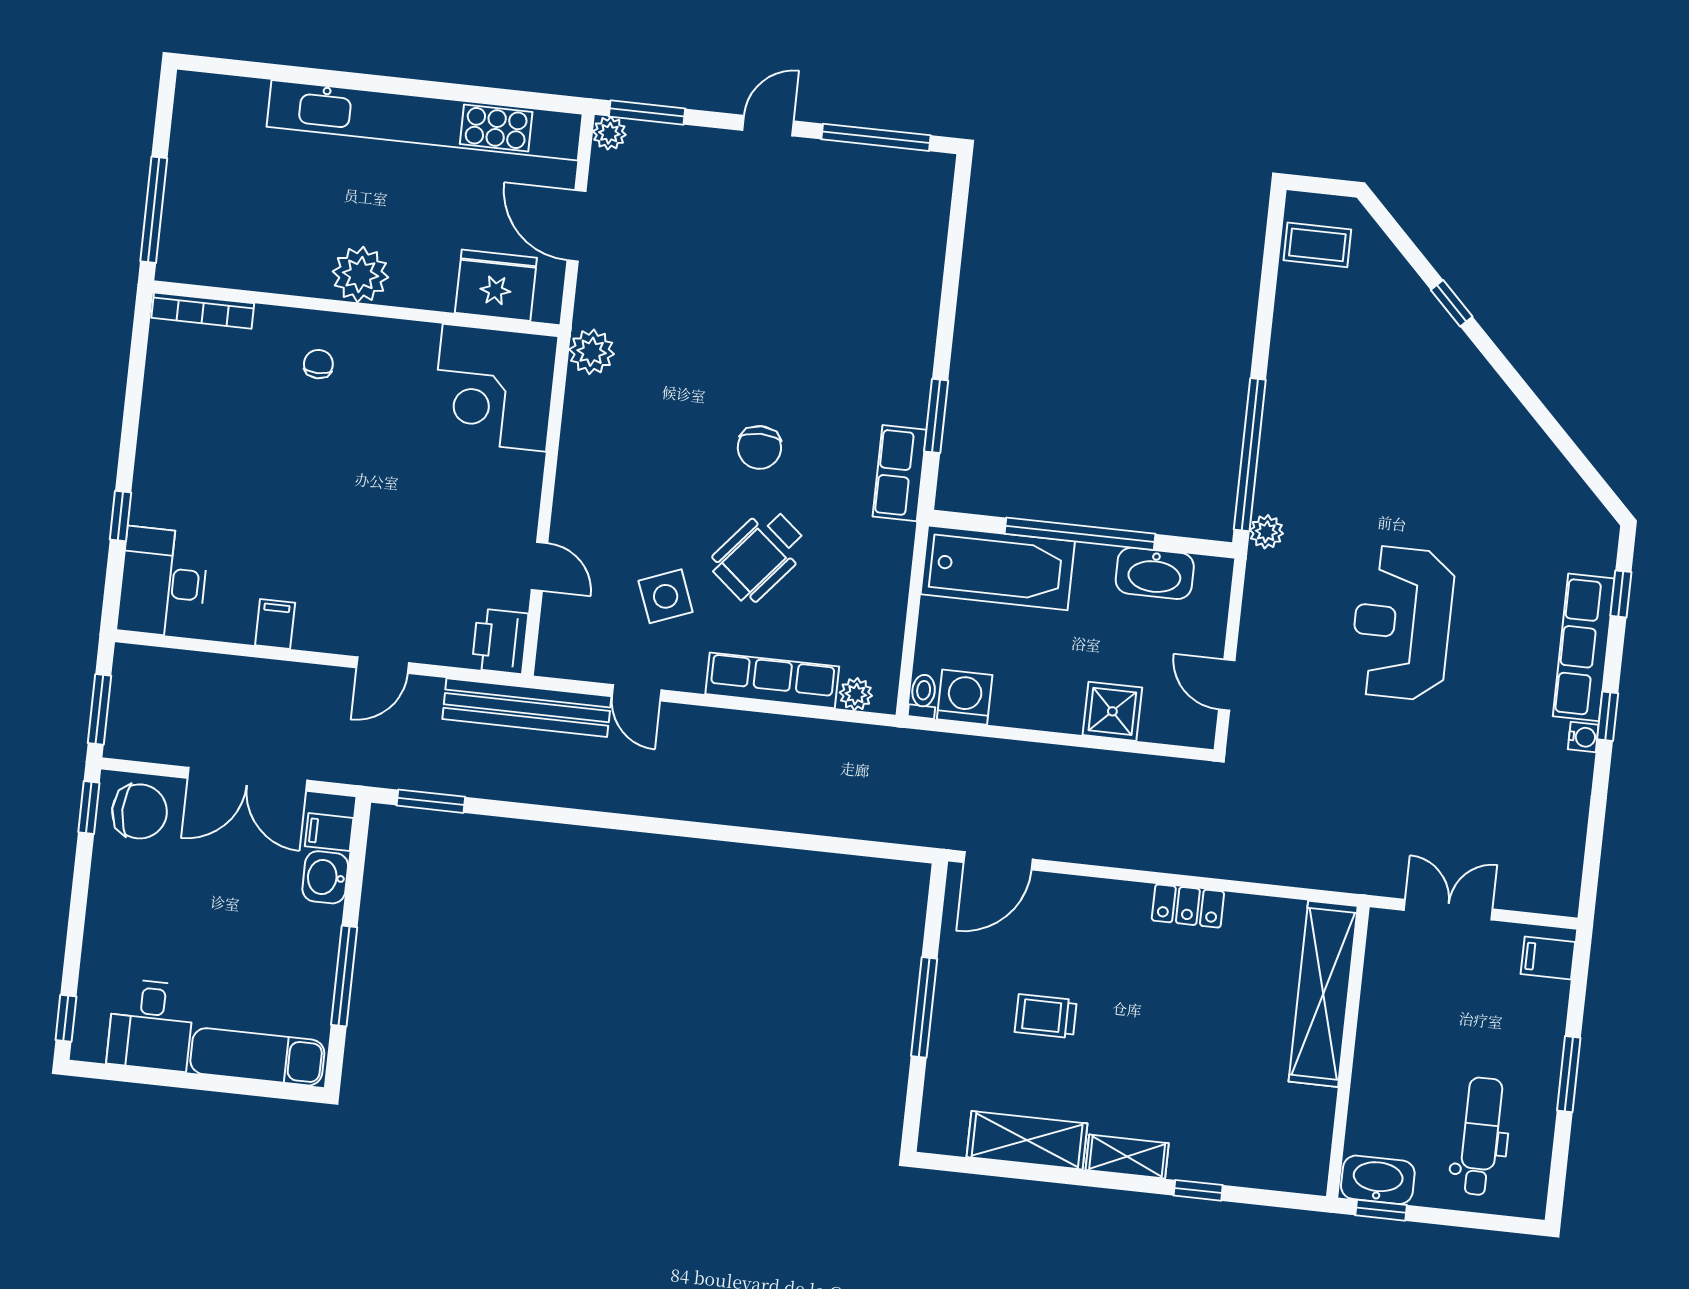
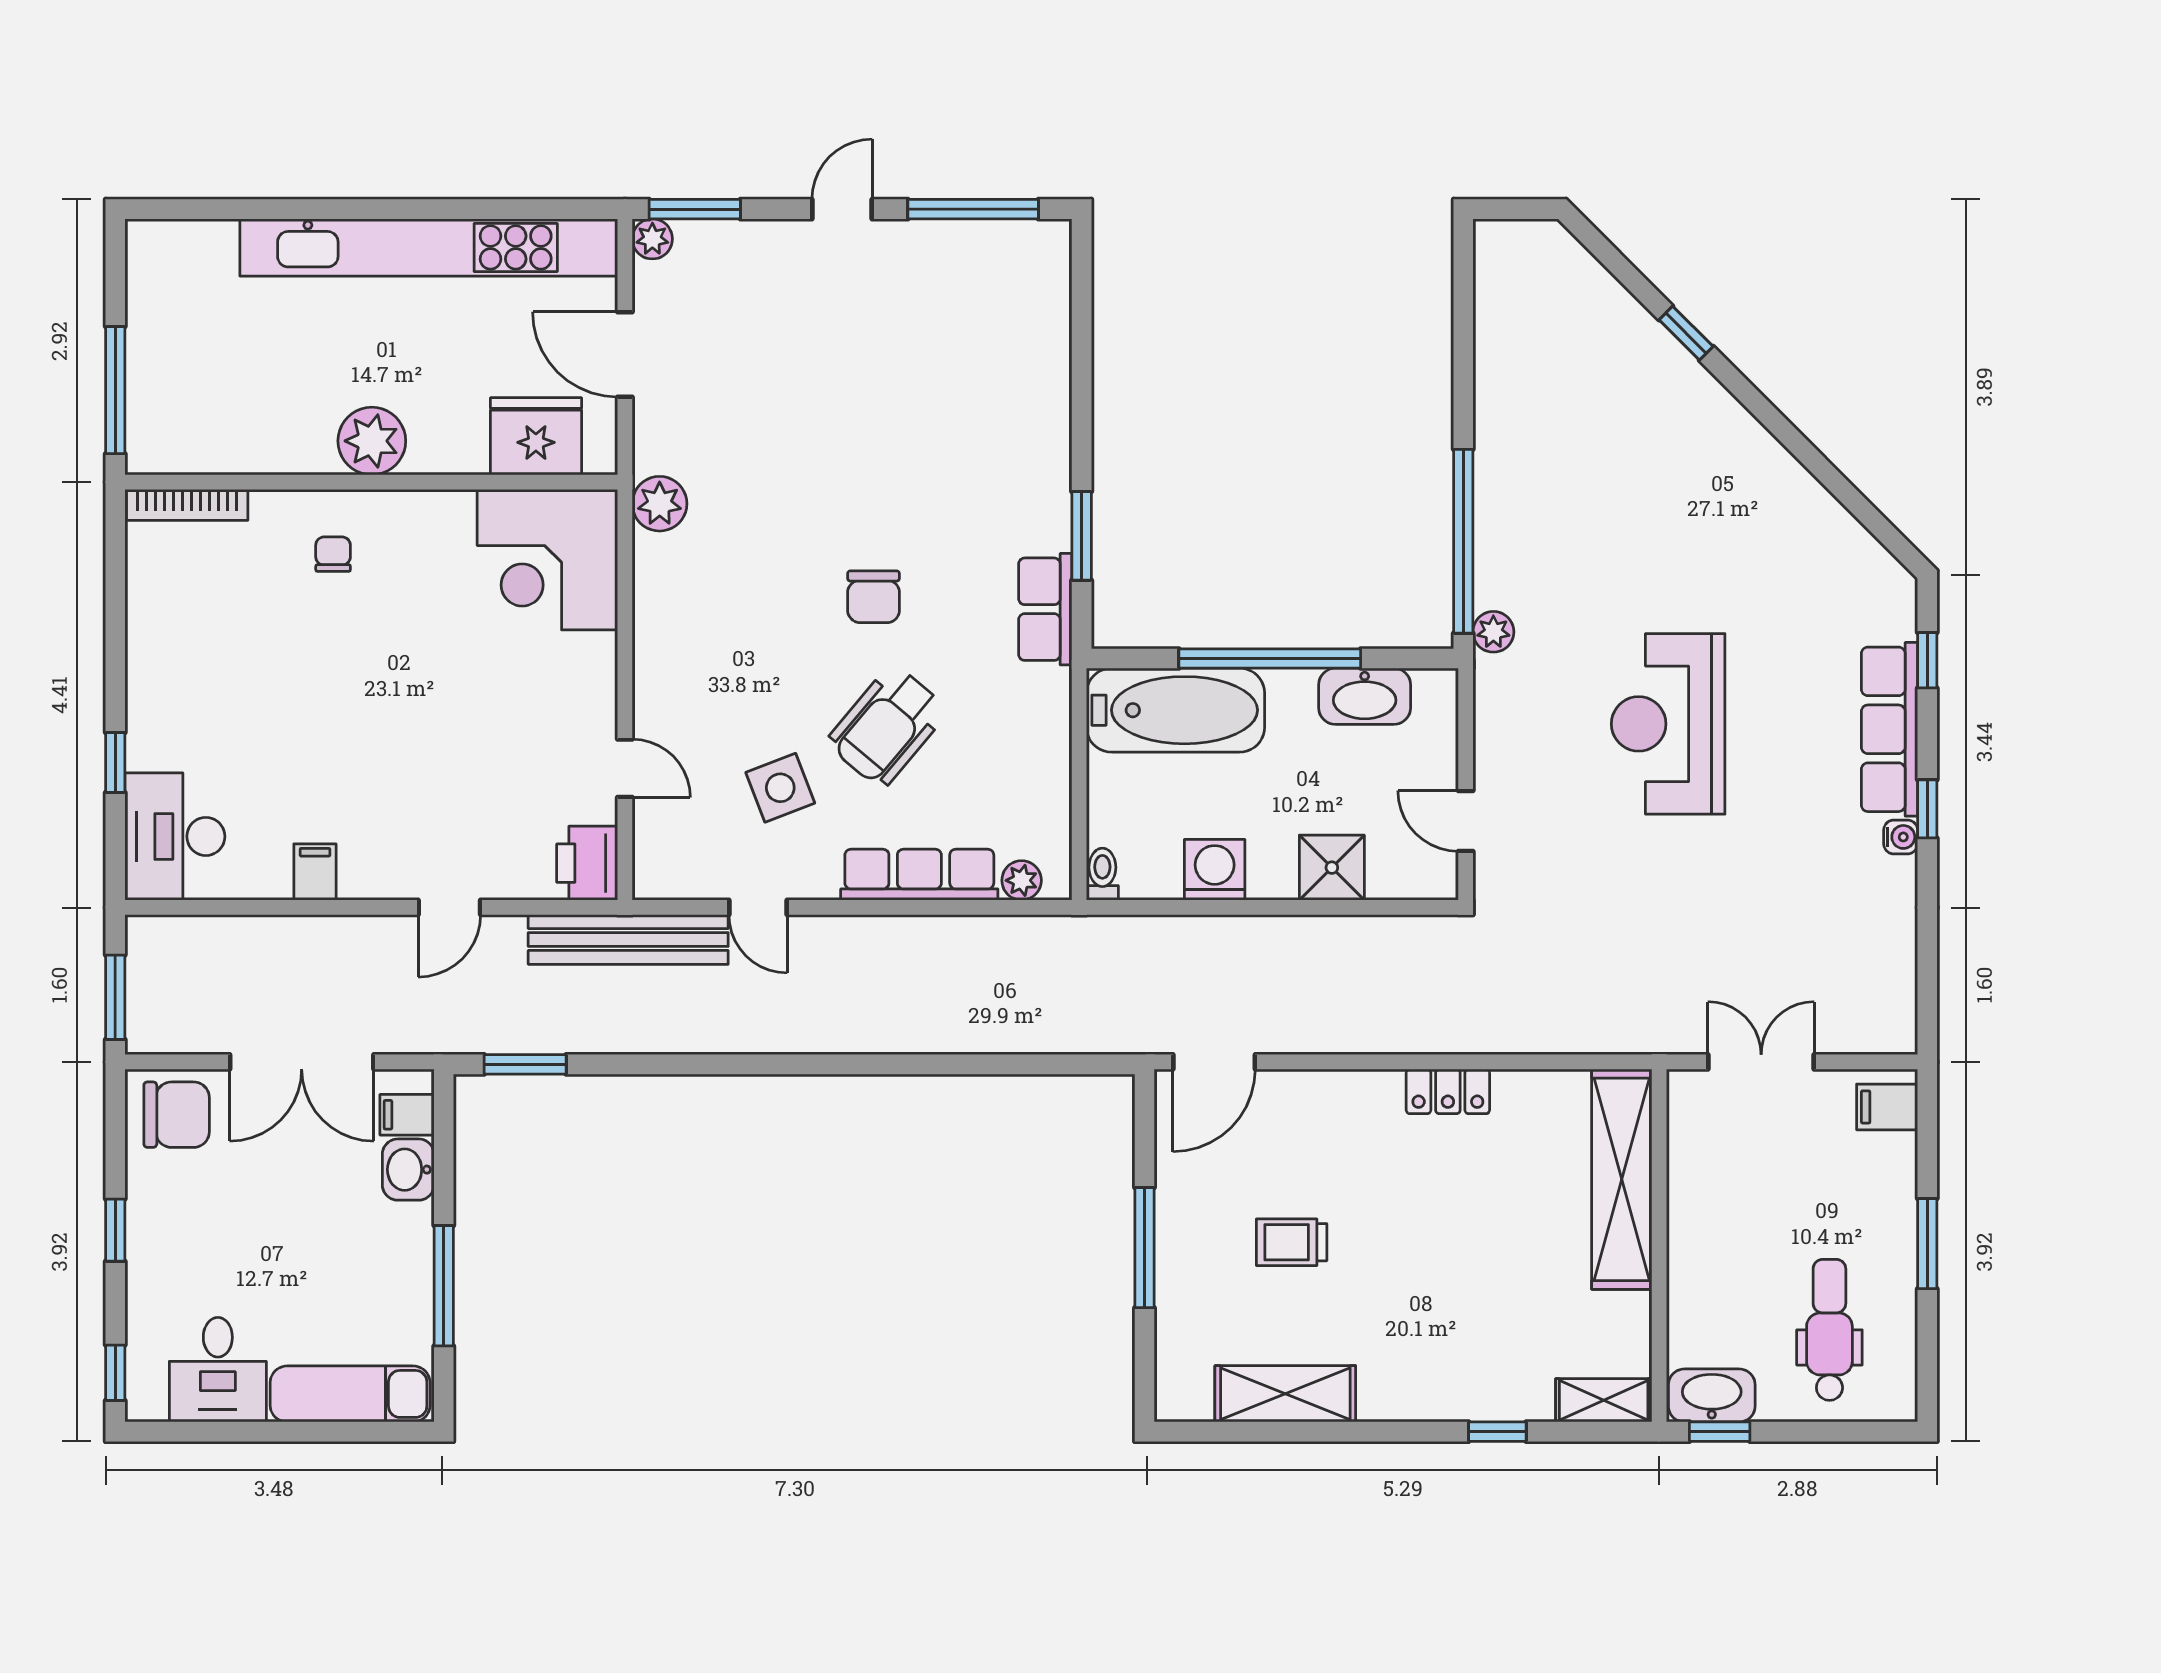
coffee table: (1317, 245) -> (1517, 281), removed
washing machine: (965, 697) -> (1215, 870), moved
window: (89, 807) -> (115, 1230), moved
shelving: (1127, 1157) -> (1604, 1400), moved

